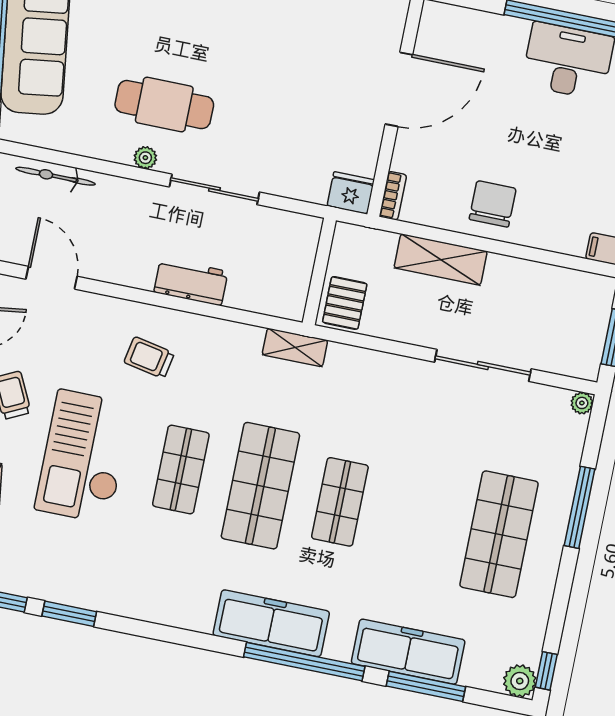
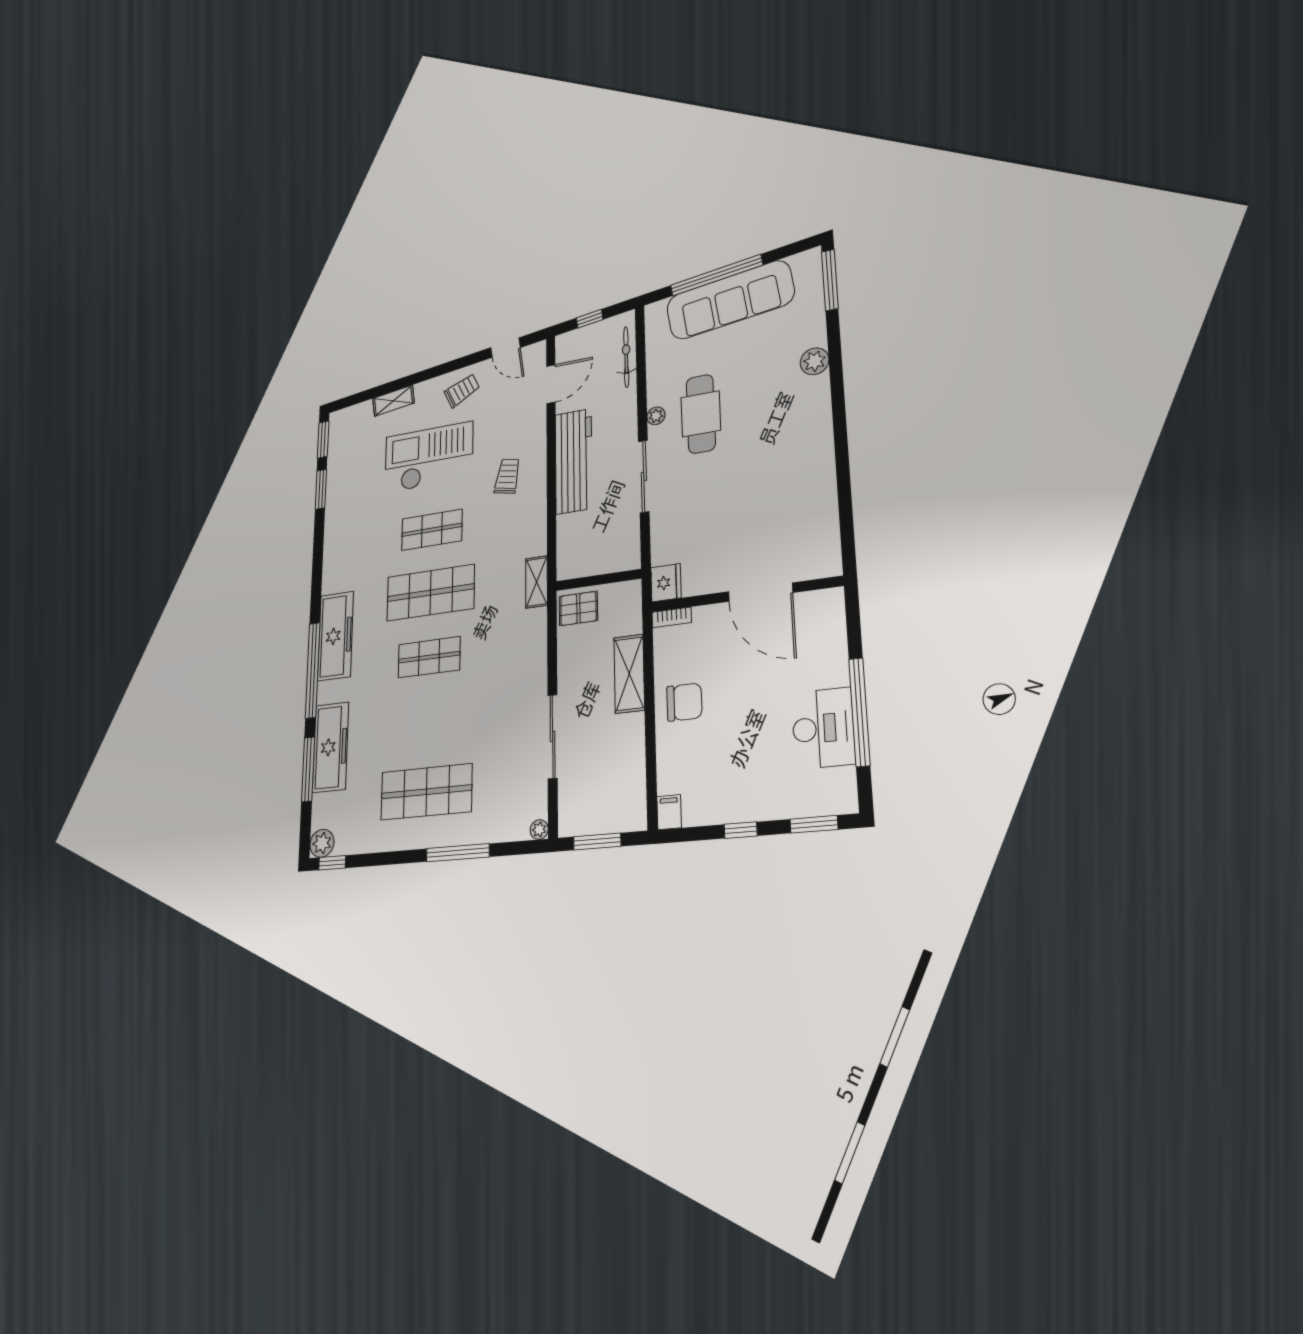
workbench: (191, 282) -> (574, 461), width x1.88, depth x1.32

